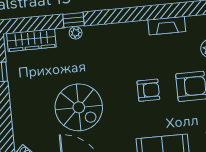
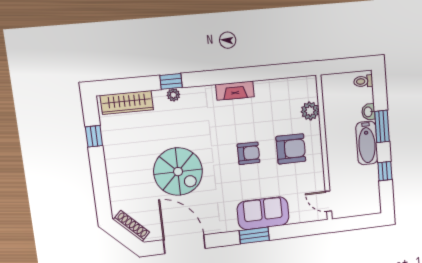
fireplace: (167, 26) -> (235, 91), moved

